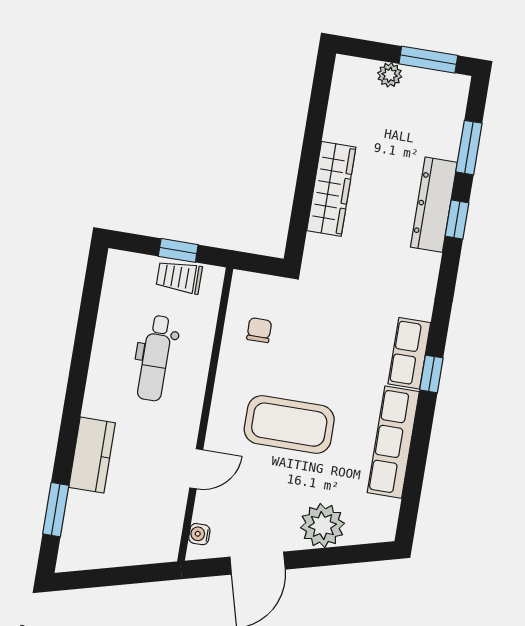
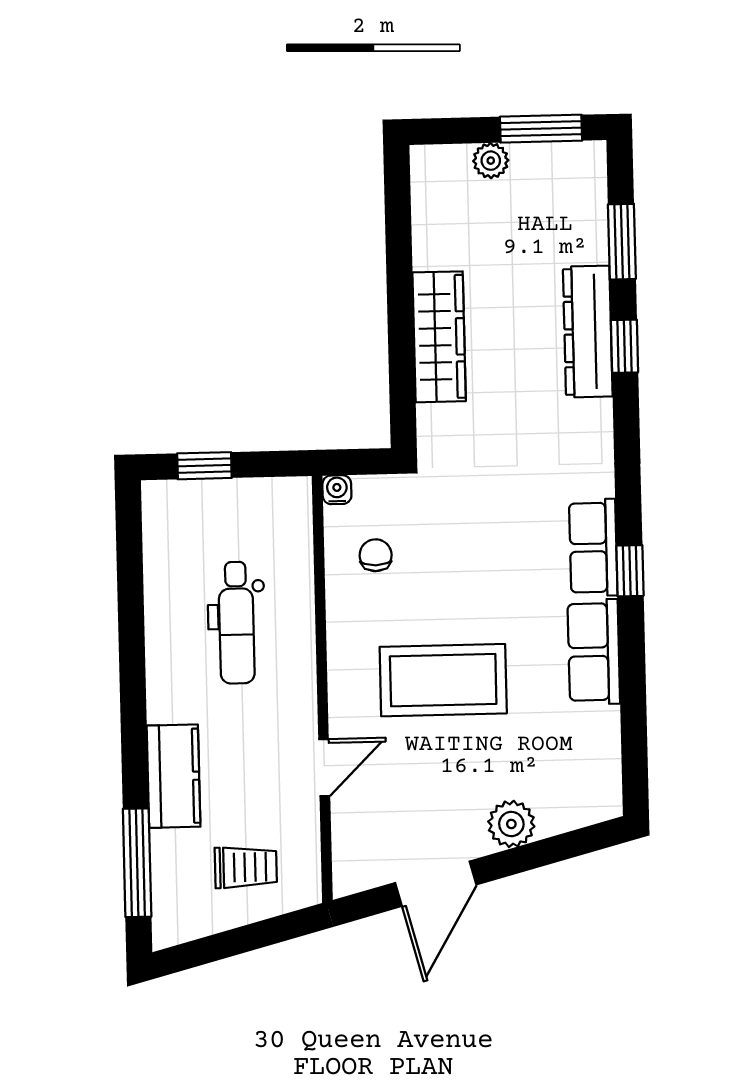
window: (178, 250) -> (204, 466), moved
trolley: (179, 277) -> (246, 867), moved, turned 180
row of seats: (393, 442) -> (594, 652), width x0.68
window: (56, 510) -> (137, 863), width x1.44
plant: (322, 526) -> (511, 824), width x0.73, depth x0.73
water cooler: (199, 534) -> (337, 490), moved, turned 90

